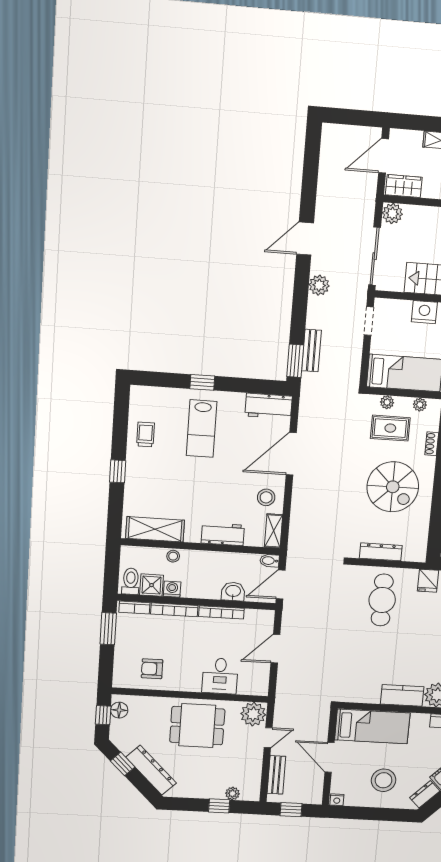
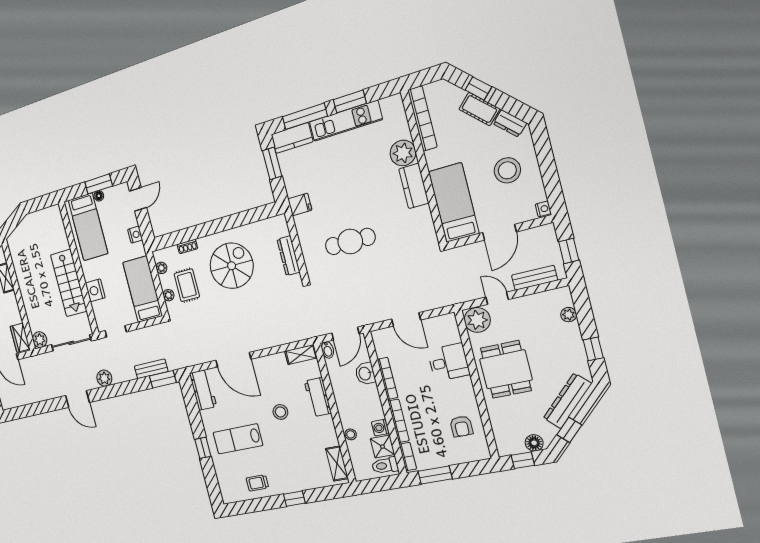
lab bench: (202, 429) -> (238, 439), turned 180
stool: (266, 497) -> (280, 412), moved
shelving: (155, 529) -> (337, 464), width x0.67, depth x0.75
door: (281, 585) -> (345, 334), hinge flipped
cafe table: (382, 600) -> (350, 241), moved
floor lamp: (119, 710) -> (534, 443), moved
window: (219, 806) -> (593, 349), moved

